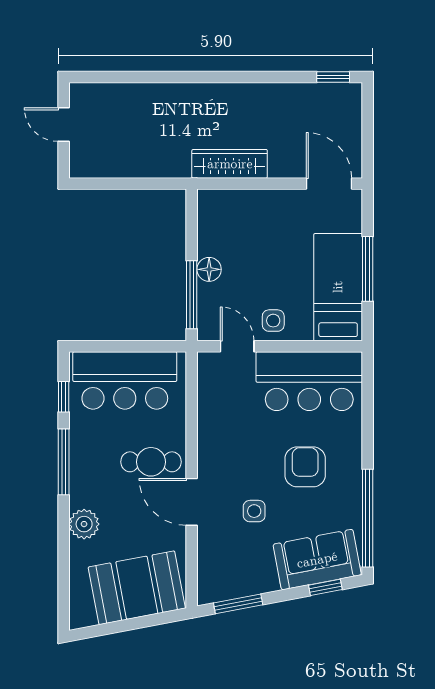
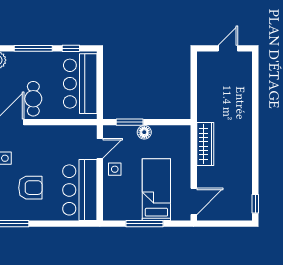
bed: (338, 287) -> (156, 190), moved, turned -90
window: (192, 295) -> (130, 122), width x0.69

